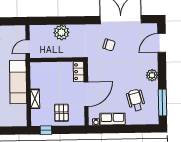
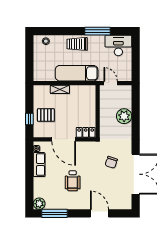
door: (162, 43) -> (100, 213), moved
plant: (152, 75) -> (39, 204), moved
wheelchair: (136, 100) -> (73, 181), moved, turned 104
window: (46, 130) -> (29, 119), moved

